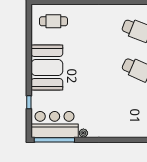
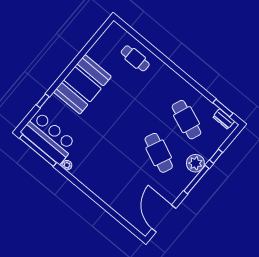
cafe table: (53, 21) -> (135, 58), moved

